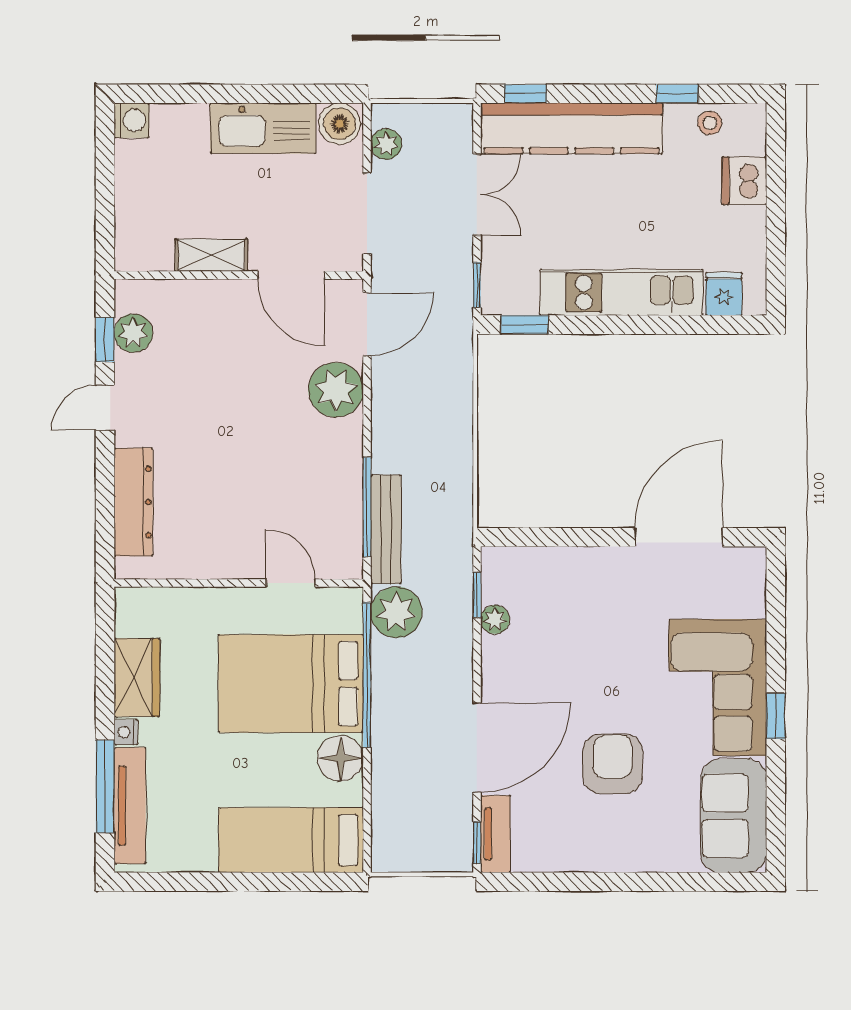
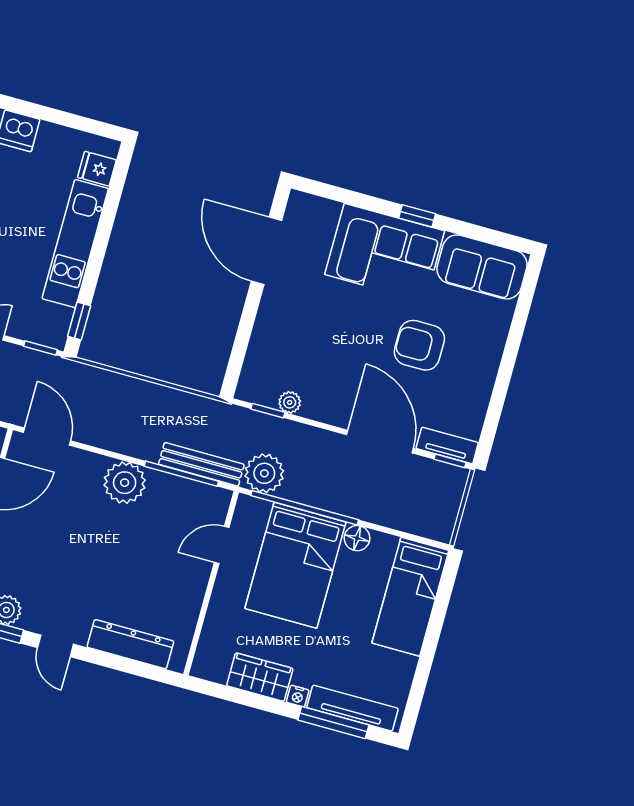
plant: (336, 390) -> (125, 483), moved
floor lamp: (340, 758) -> (357, 538), width x0.73, depth x0.73

